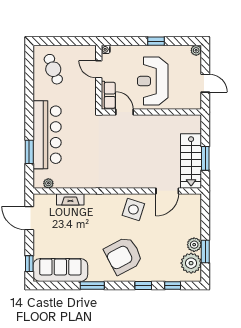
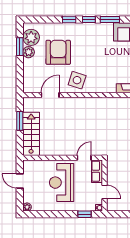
window: (156, 41) -> (85, 214), moved
reception desk: (153, 81) -> (62, 183), turned 180
door: (125, 112) -> (84, 158), swing flipped
stairs: (191, 161) -> (31, 134), moved
armchair: (123, 255) -> (58, 52), moved, turned -62
window: (173, 285) -> (89, 20), moved

